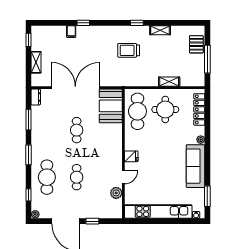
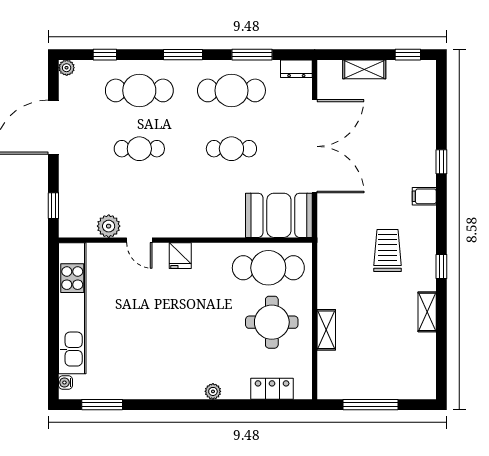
filing cabinet: (71, 32) -> (424, 196), moved
pallet: (196, 44) -> (399, 383), removed
locker: (199, 109) -> (272, 389), width x0.66
cafe table: (47, 130) -> (231, 90), added
sofa: (196, 166) -> (161, 381), removed
window: (92, 221) -> (53, 206), moved

